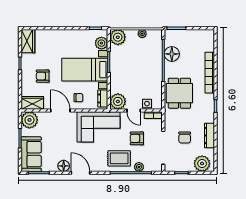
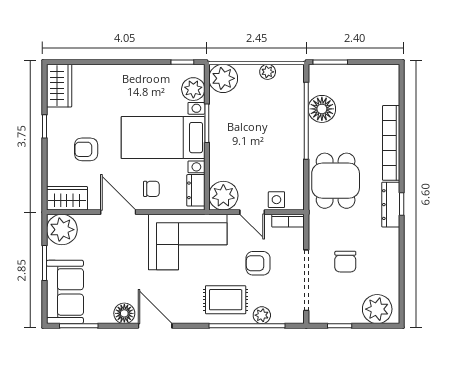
dresser: (209, 136) -> (391, 205), moved

